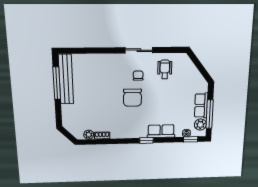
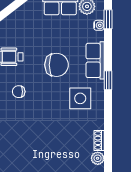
chair: (132, 98) -> (57, 65), moved
side table: (133, 121) -> (80, 98), added

